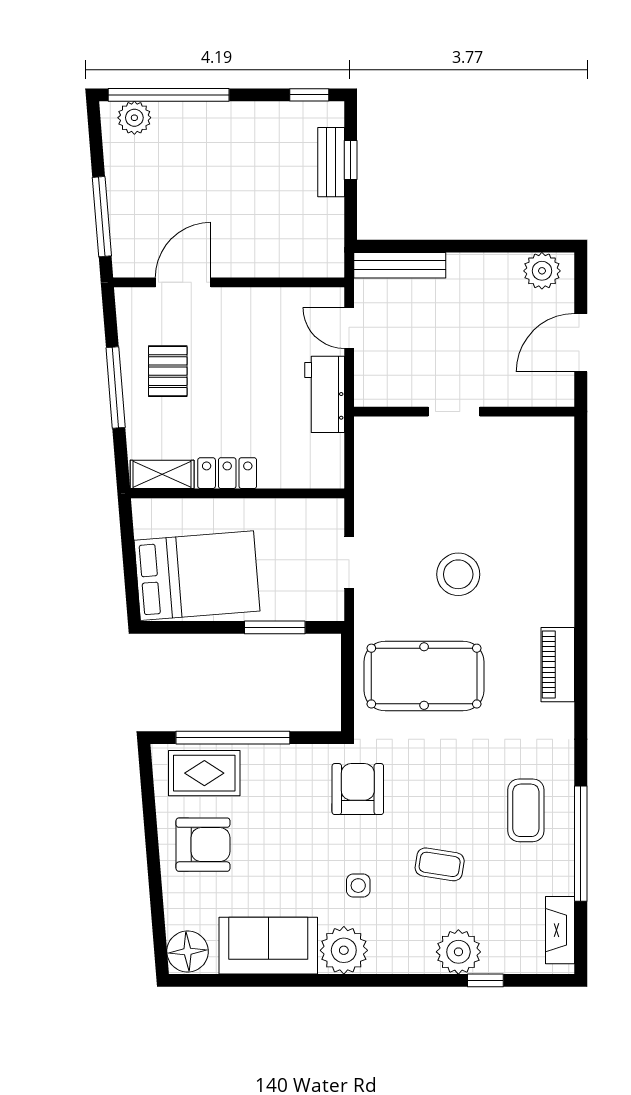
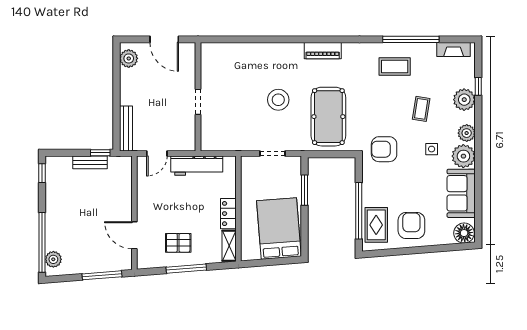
window: (351, 160) -> (100, 153), moved
bench: (331, 162) -> (90, 162), moved
workbench: (325, 394) -> (197, 166), width x1.38
plant: (391, 957) -> (467, 133), added

